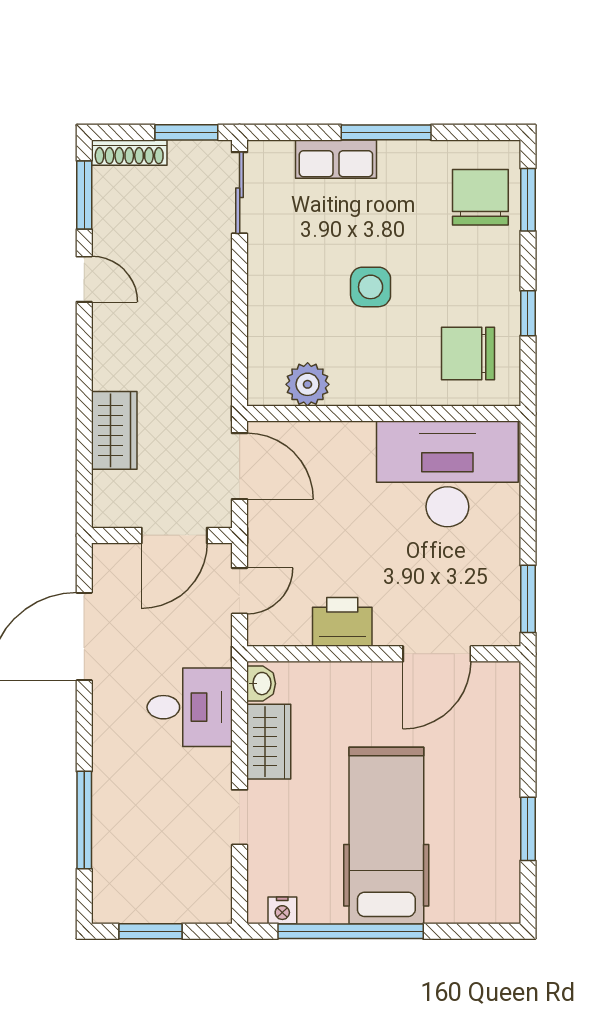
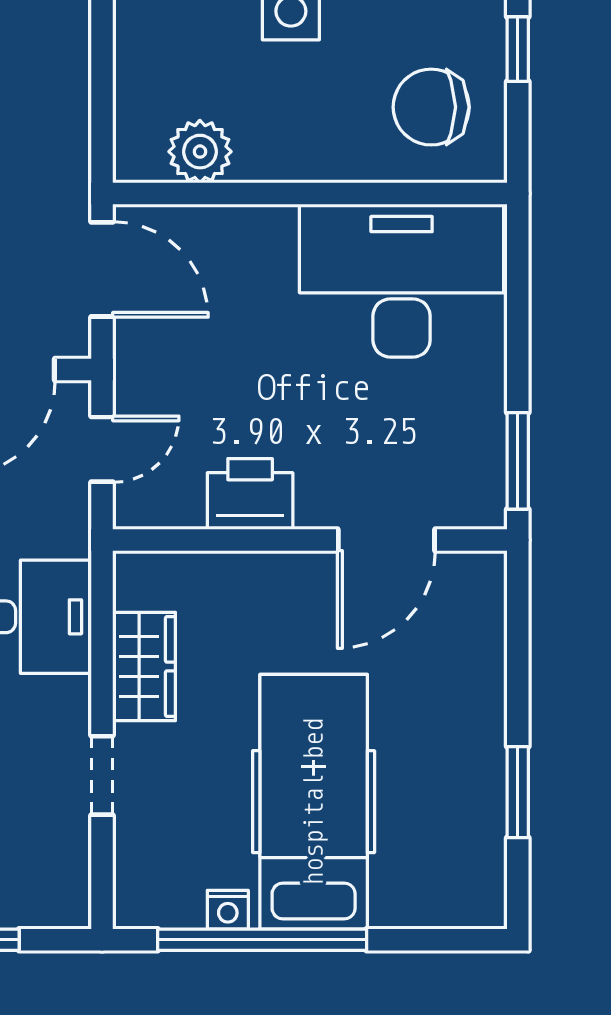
washbasin: (261, 684) -> (133, 583), removed
nightstand: (282, 910) -> (228, 910), moved

